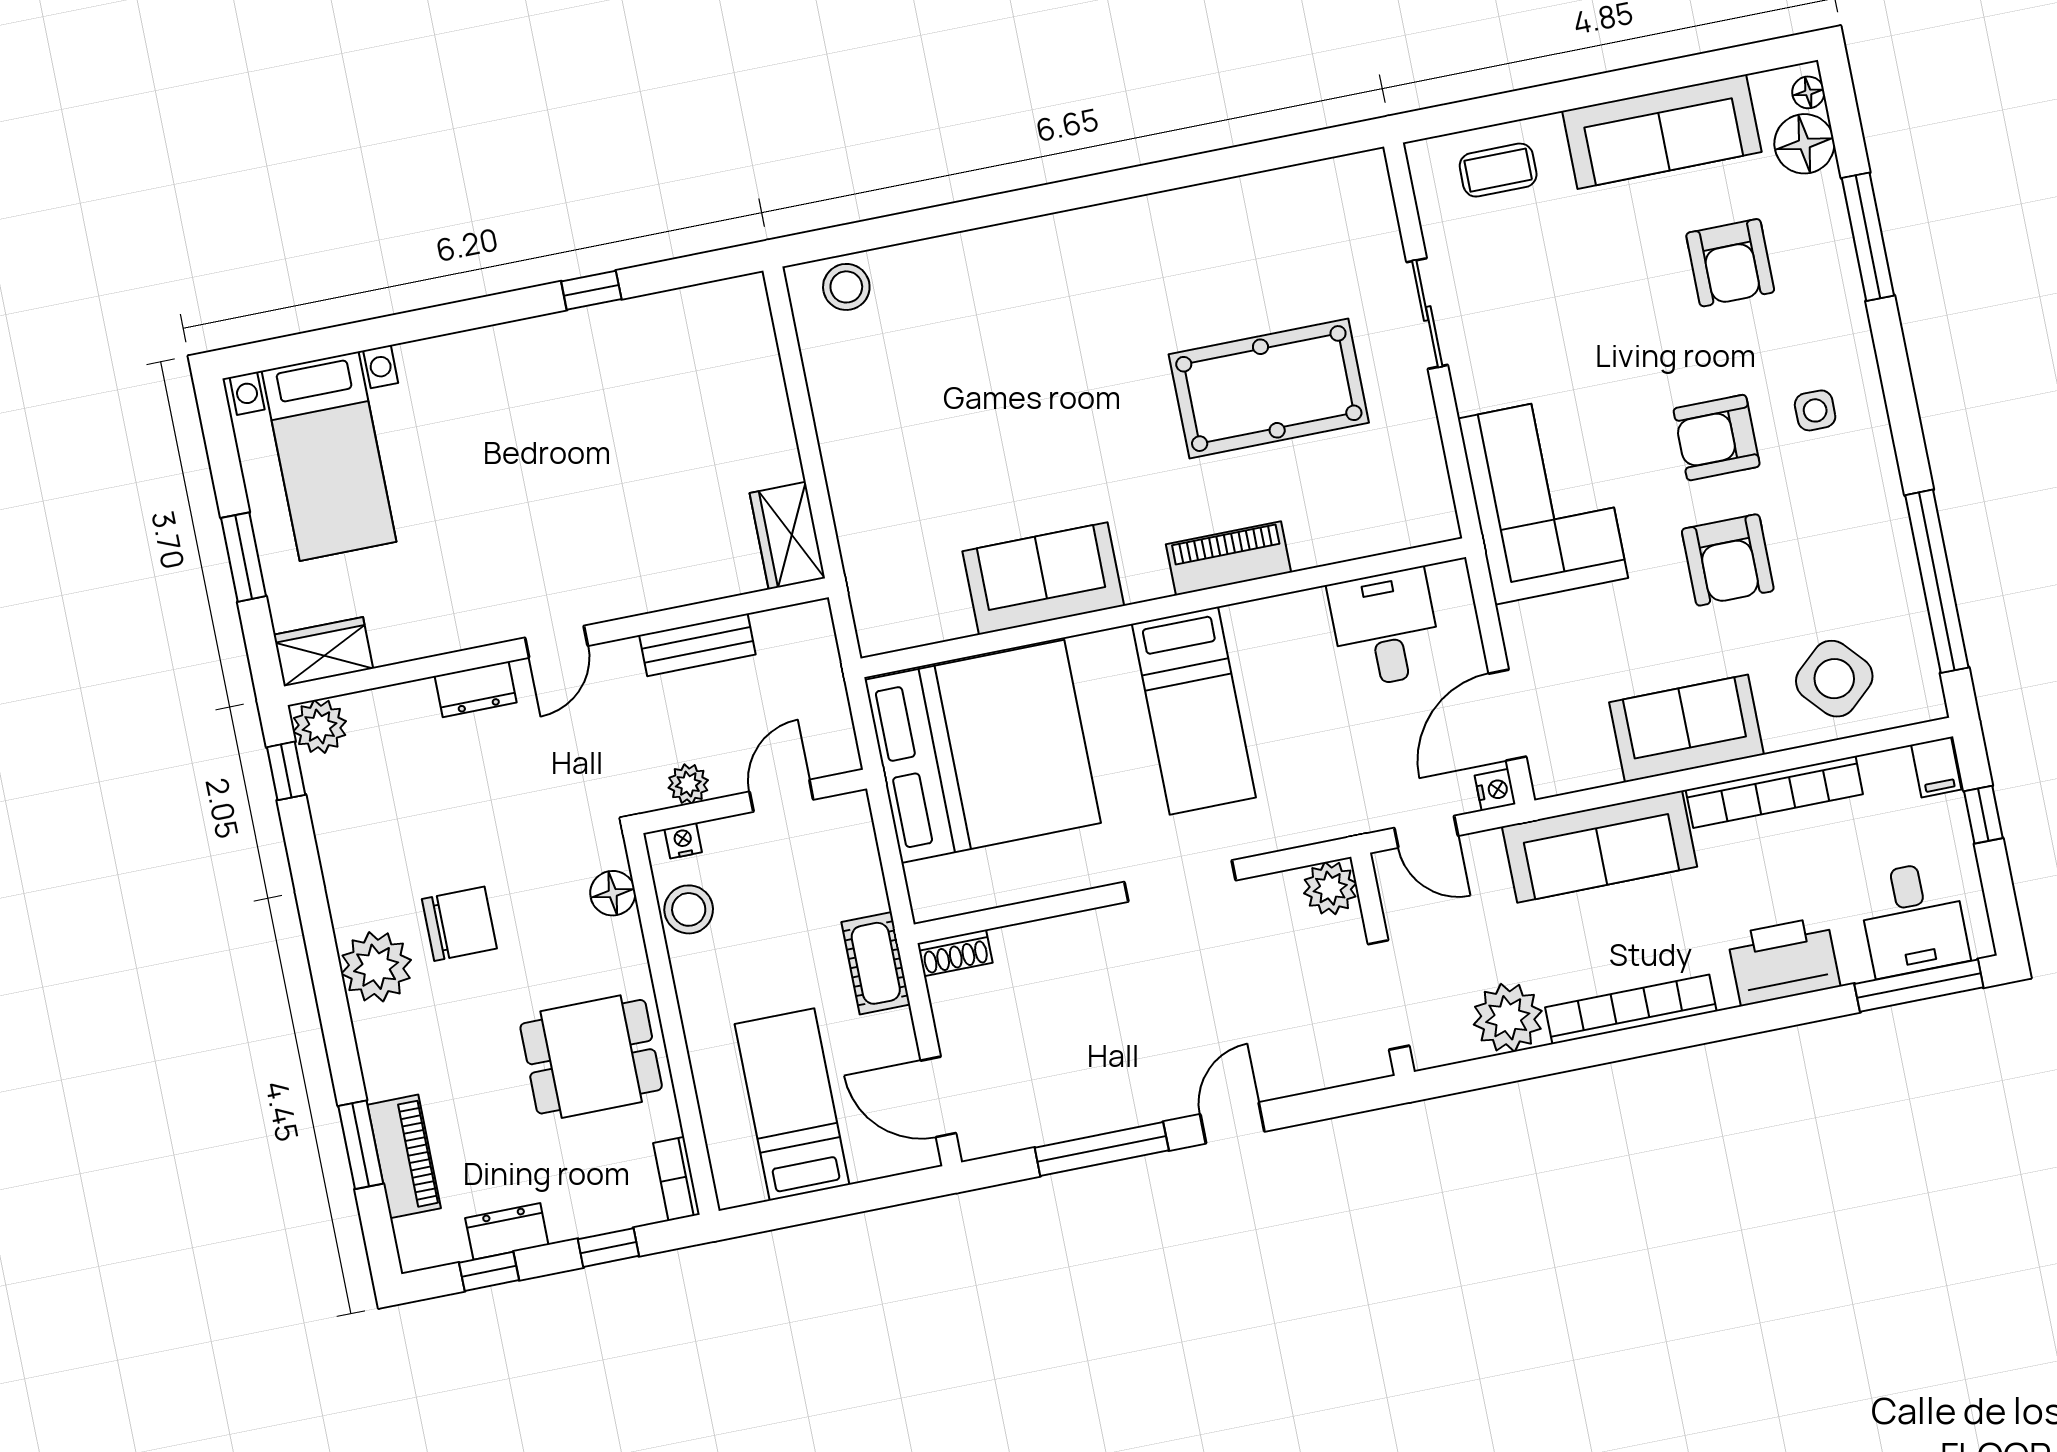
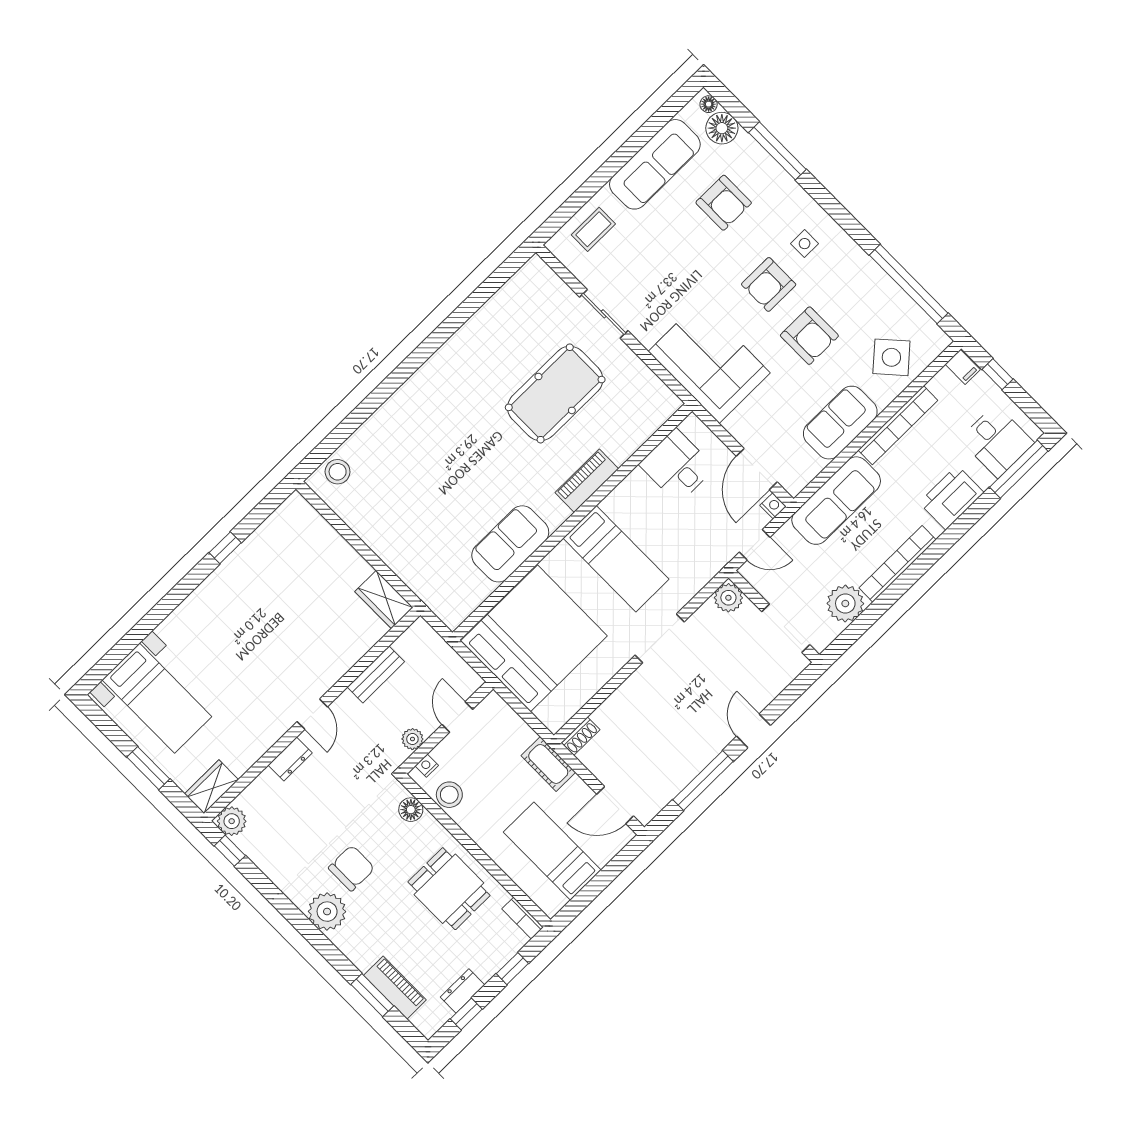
dining table: (591, 1057) -> (449, 889), turned 90

